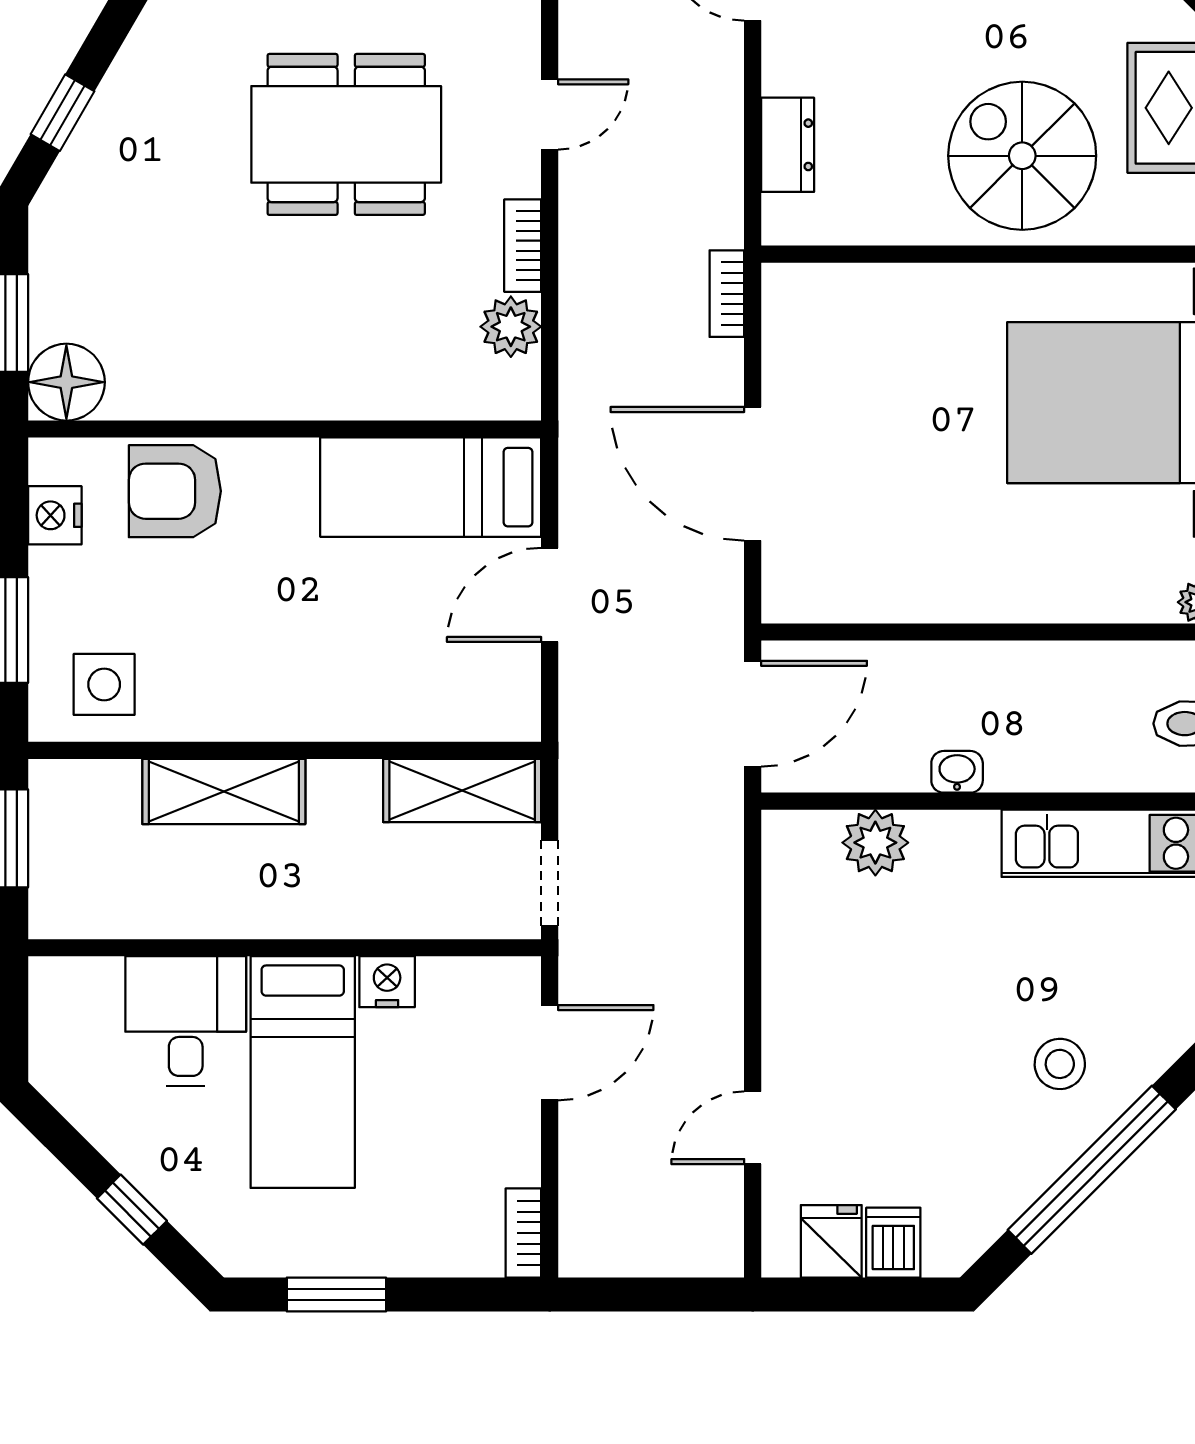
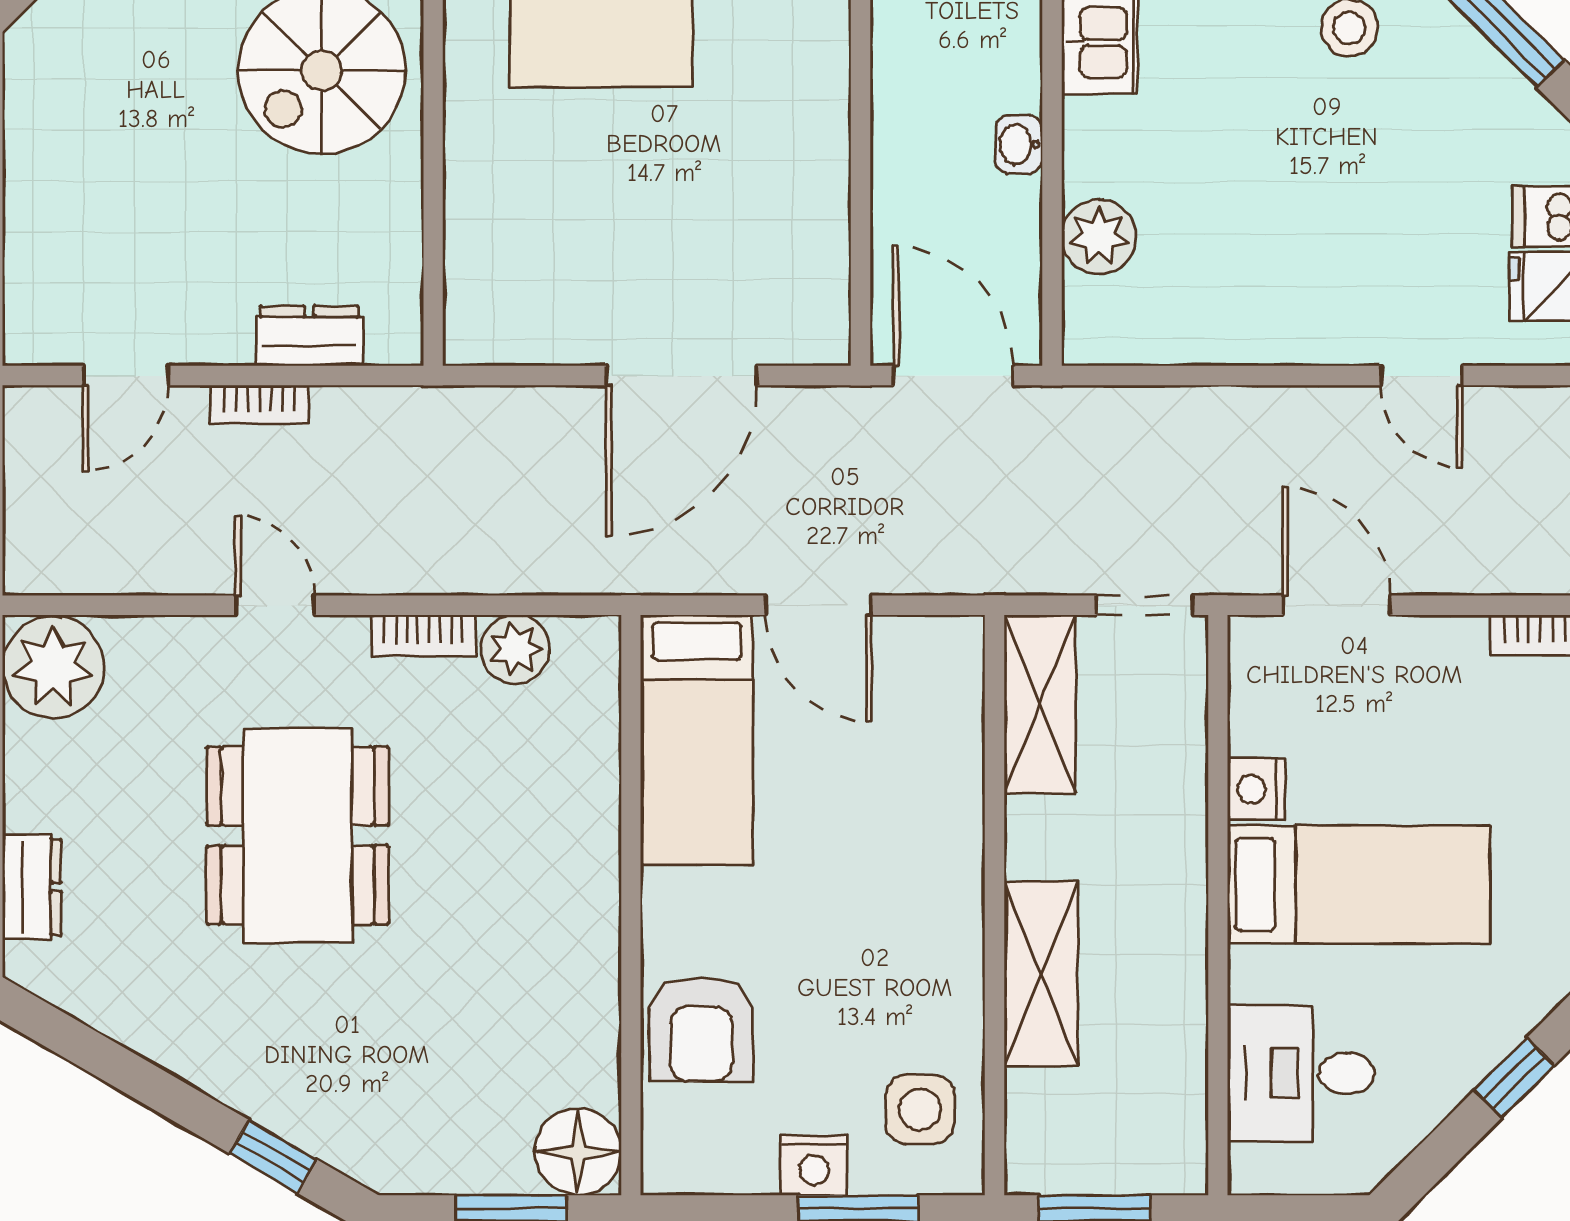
bookcase: (727, 294) -> (260, 405), moved
nightstand: (55, 515) -> (814, 1165), moved
desk: (186, 1021) -> (1301, 1073), moved

